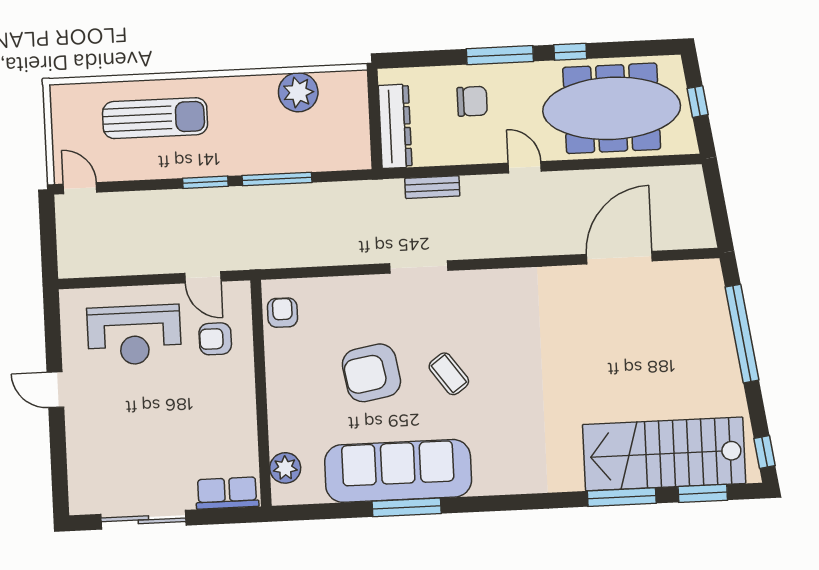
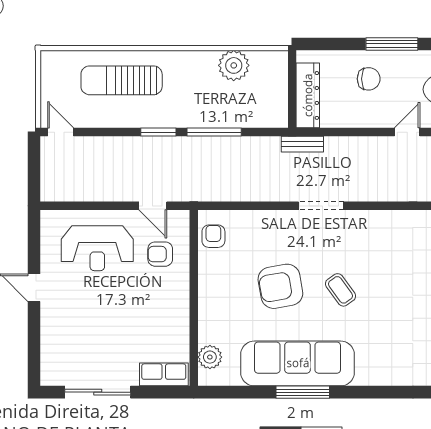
sun lounger: (155, 118) -> (122, 80), turned 180
door: (525, 167) -> (407, 132), hinge flipped
bench: (432, 187) -> (302, 144), moved

